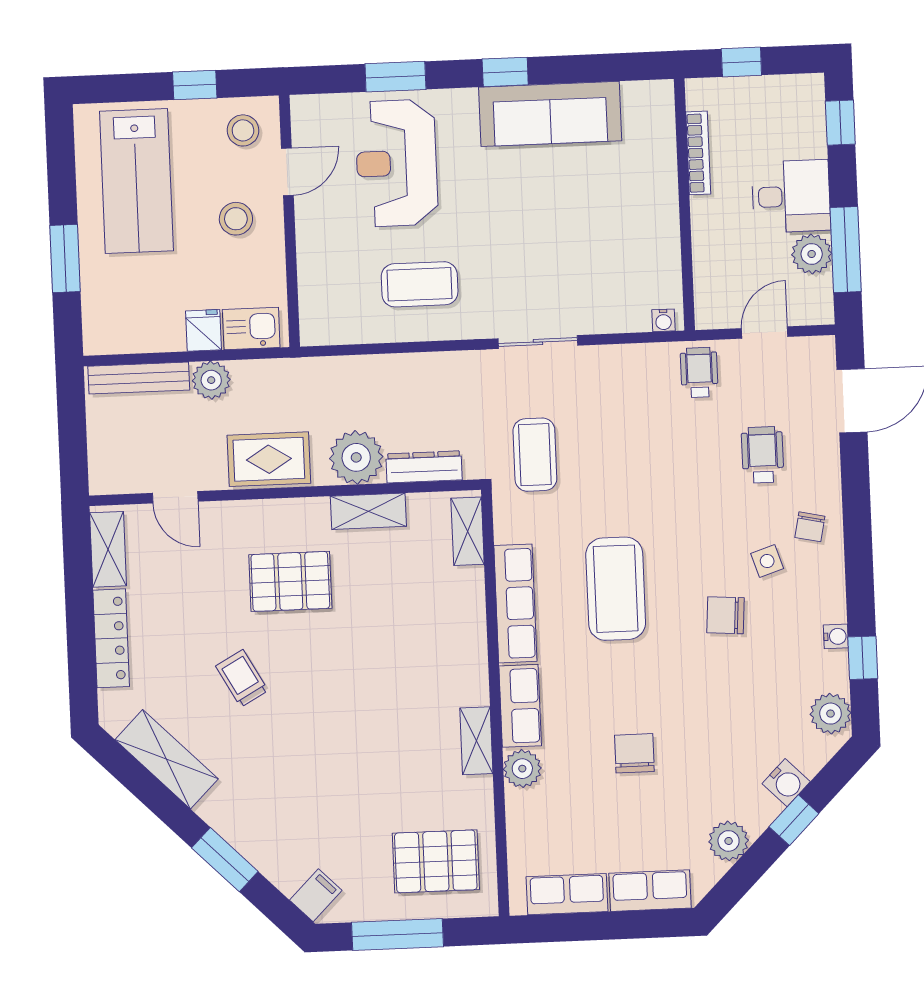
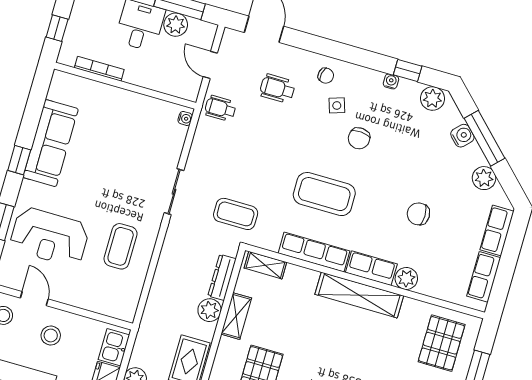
plant: (356, 457) -> (210, 310), width x0.73, depth x0.73
shelving: (476, 741) -> (359, 295), width x2.20, depth x1.33
window: (794, 820) -> (485, 138), width x2.17

